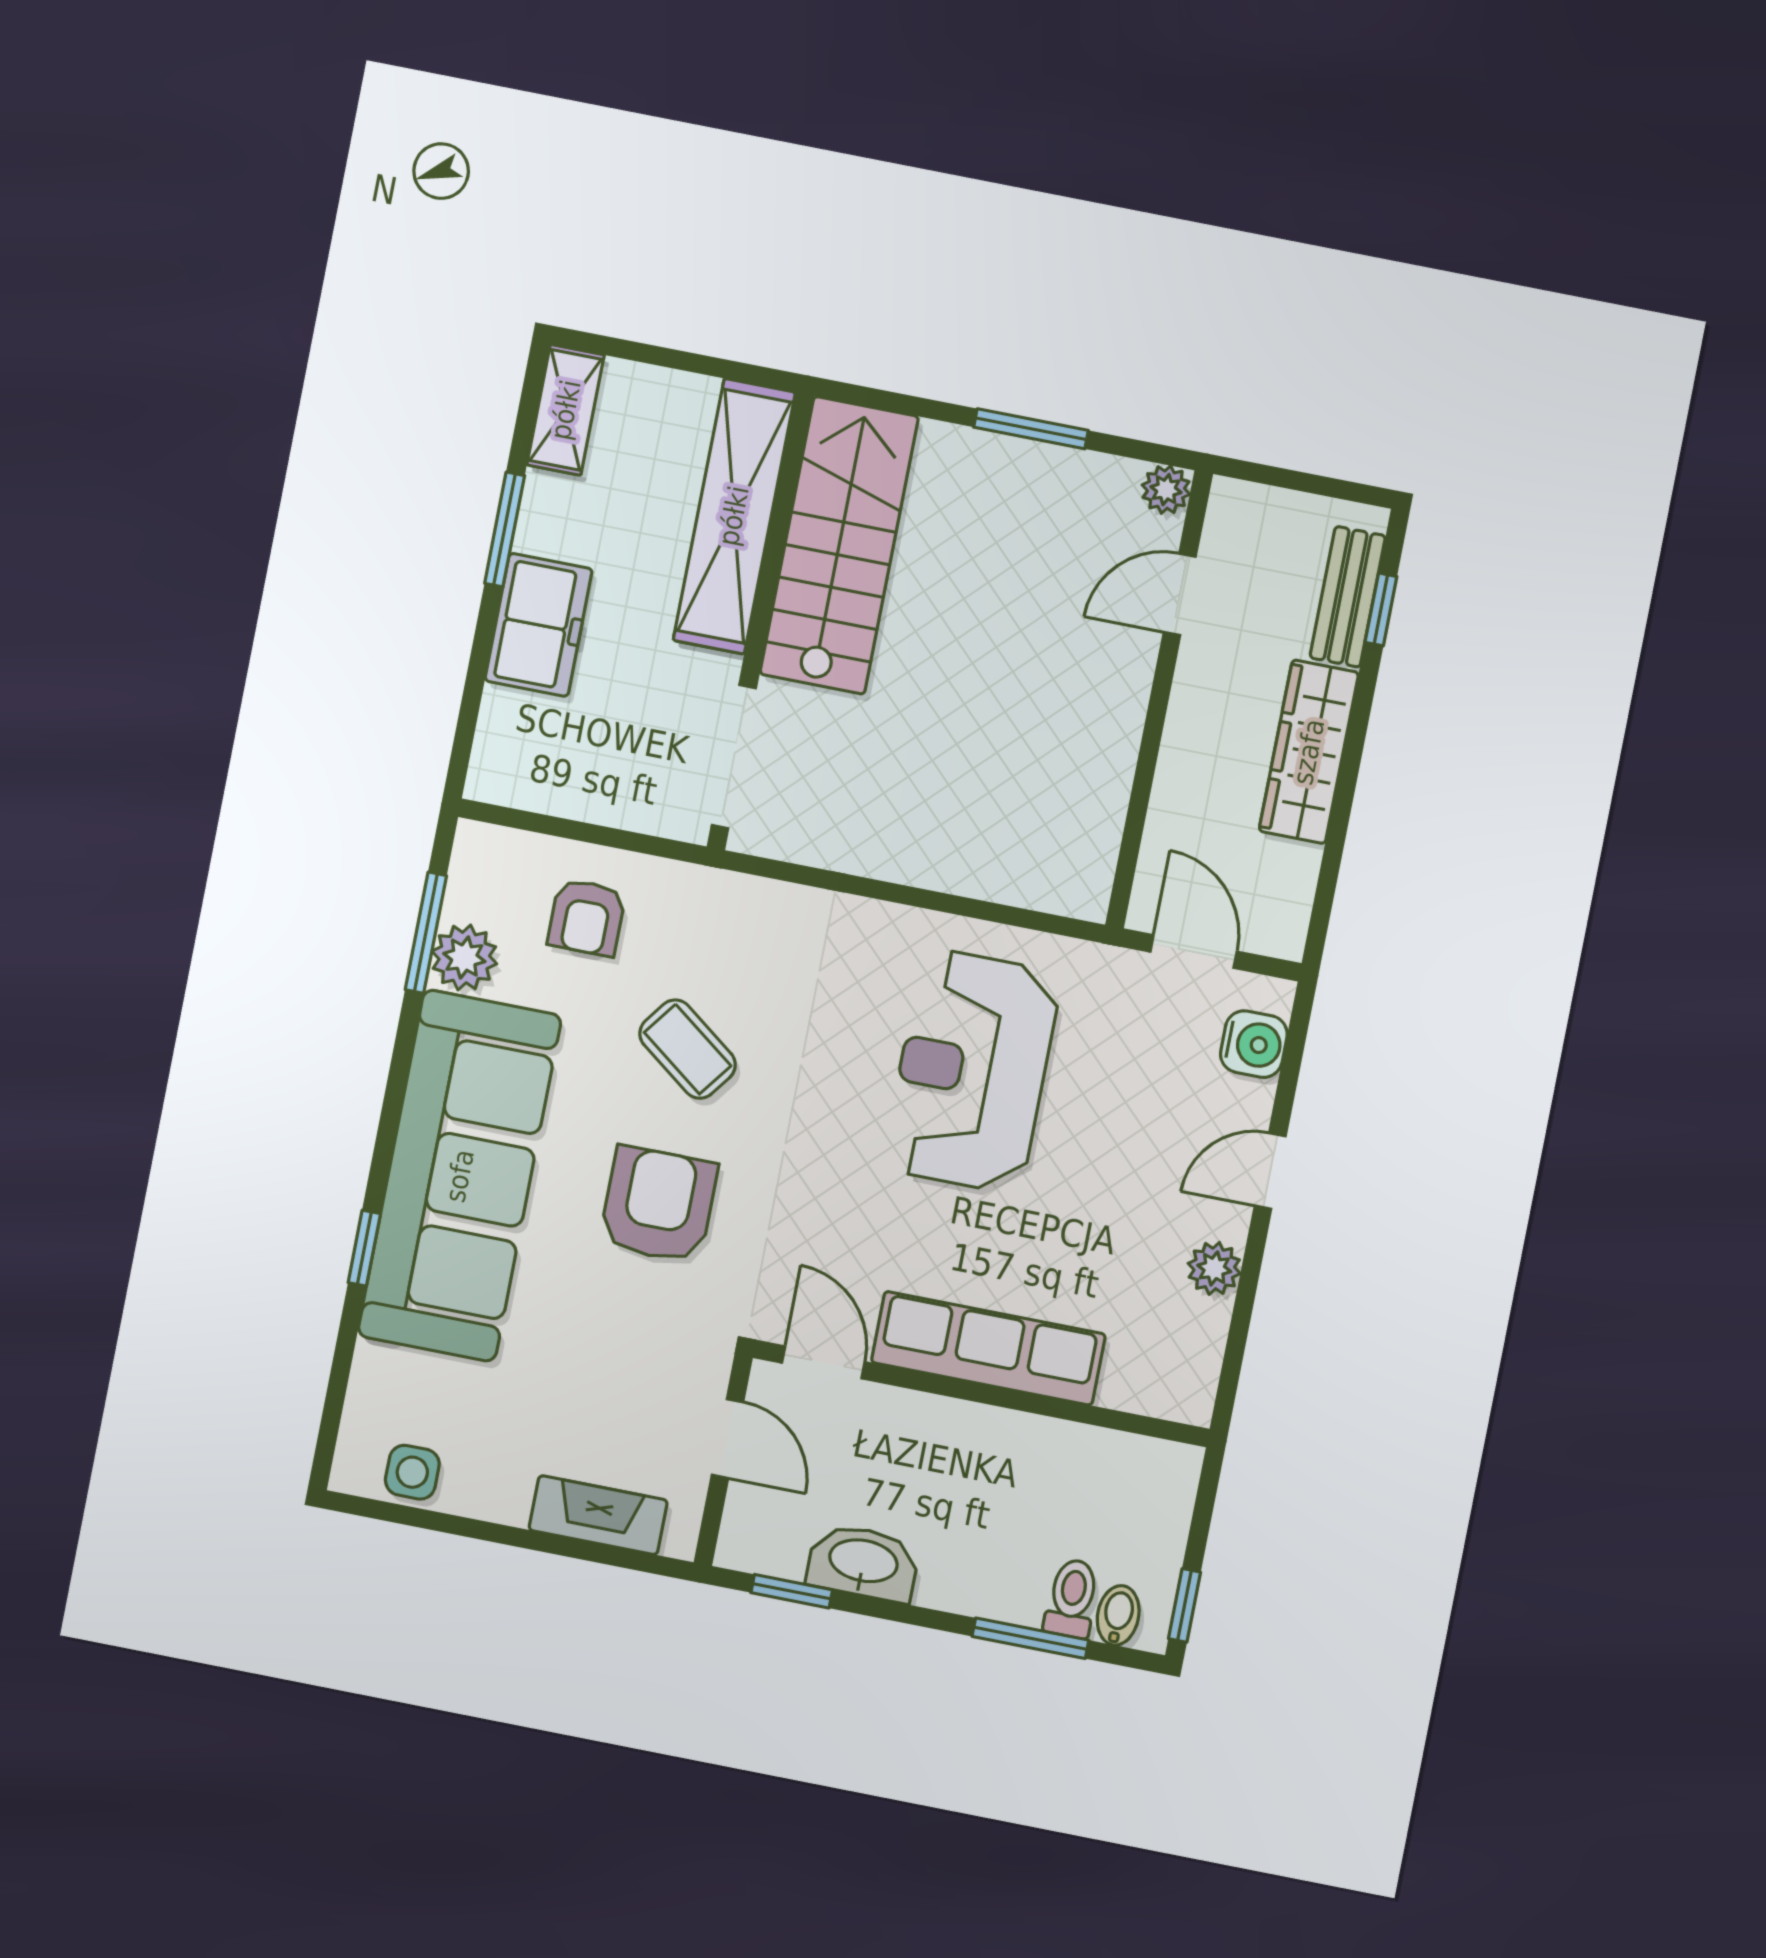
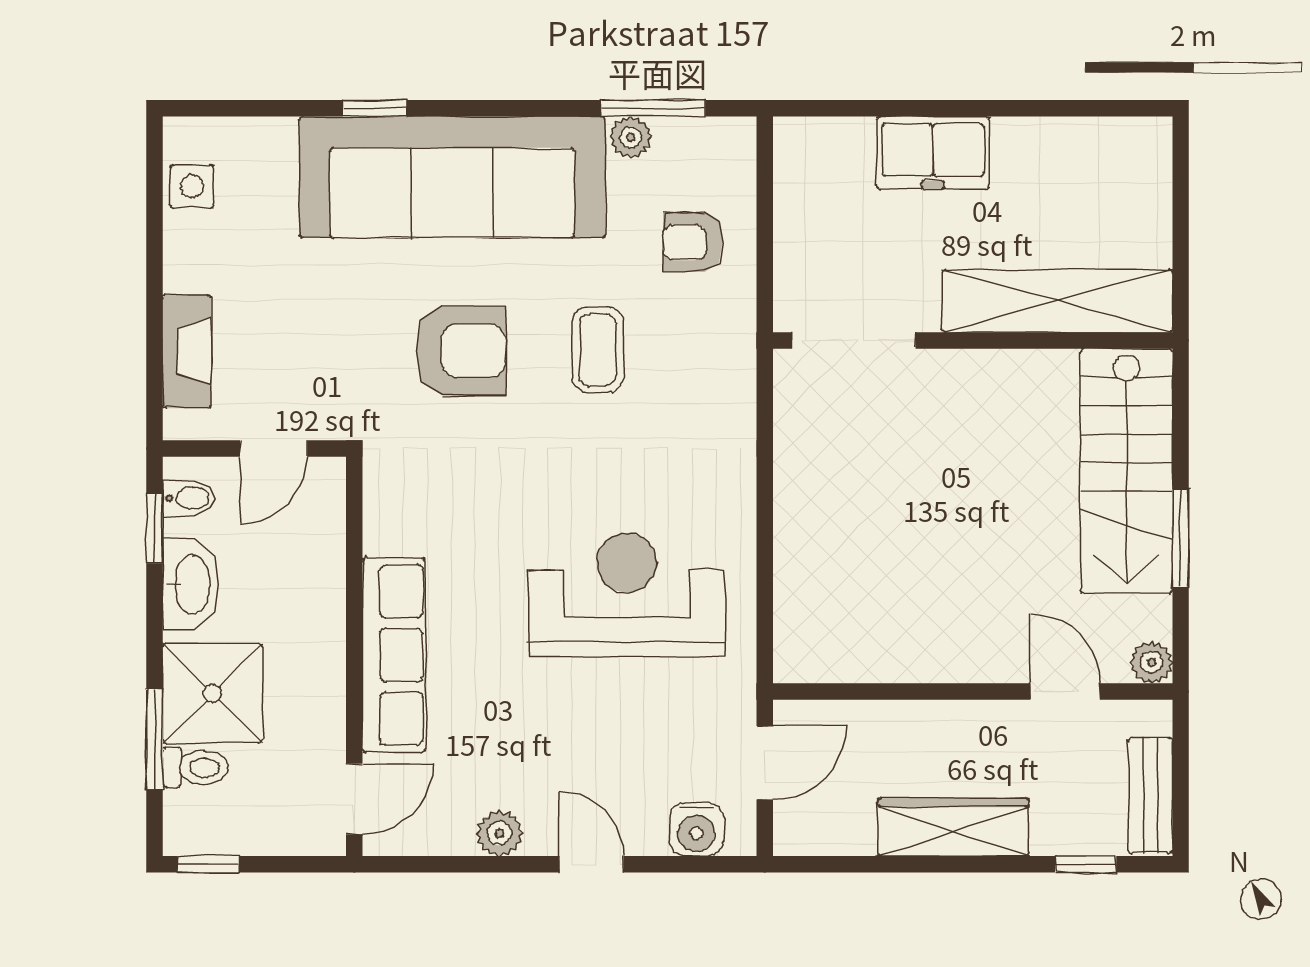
shelving: (566, 410) -> (1120, 140), removed
window: (505, 529) -> (1008, 108), removed
stairs: (839, 545) -> (1126, 471), moved, turned 90
bench: (1348, 597) -> (1150, 796), moved, turned 90
plant: (464, 958) -> (631, 137), width x0.73, depth x0.73
coffee table: (688, 1049) -> (598, 350), turned -37
door: (823, 1362) -> (354, 799), moved
shower: (991, 1562) -> (212, 693), added
bidet: (1118, 1615) -> (189, 498), moved

